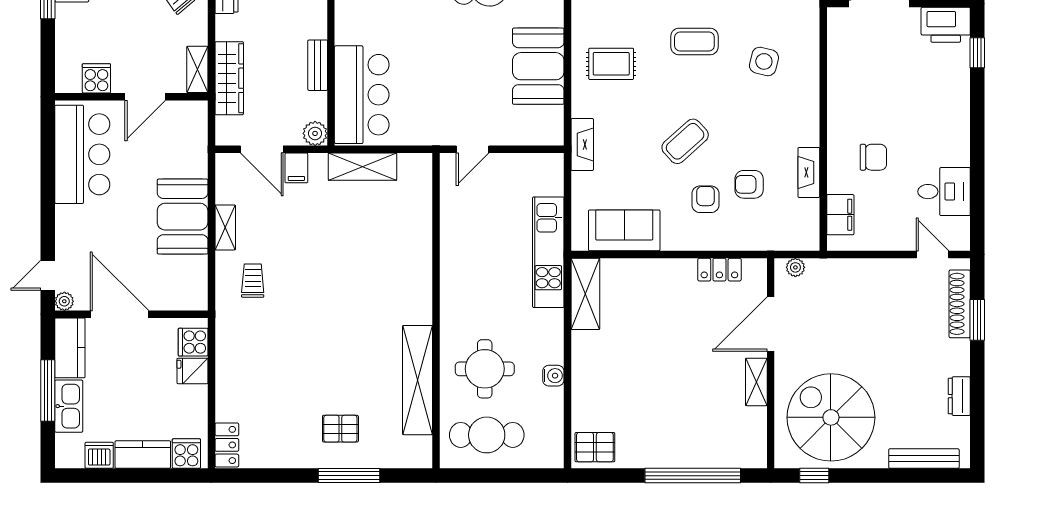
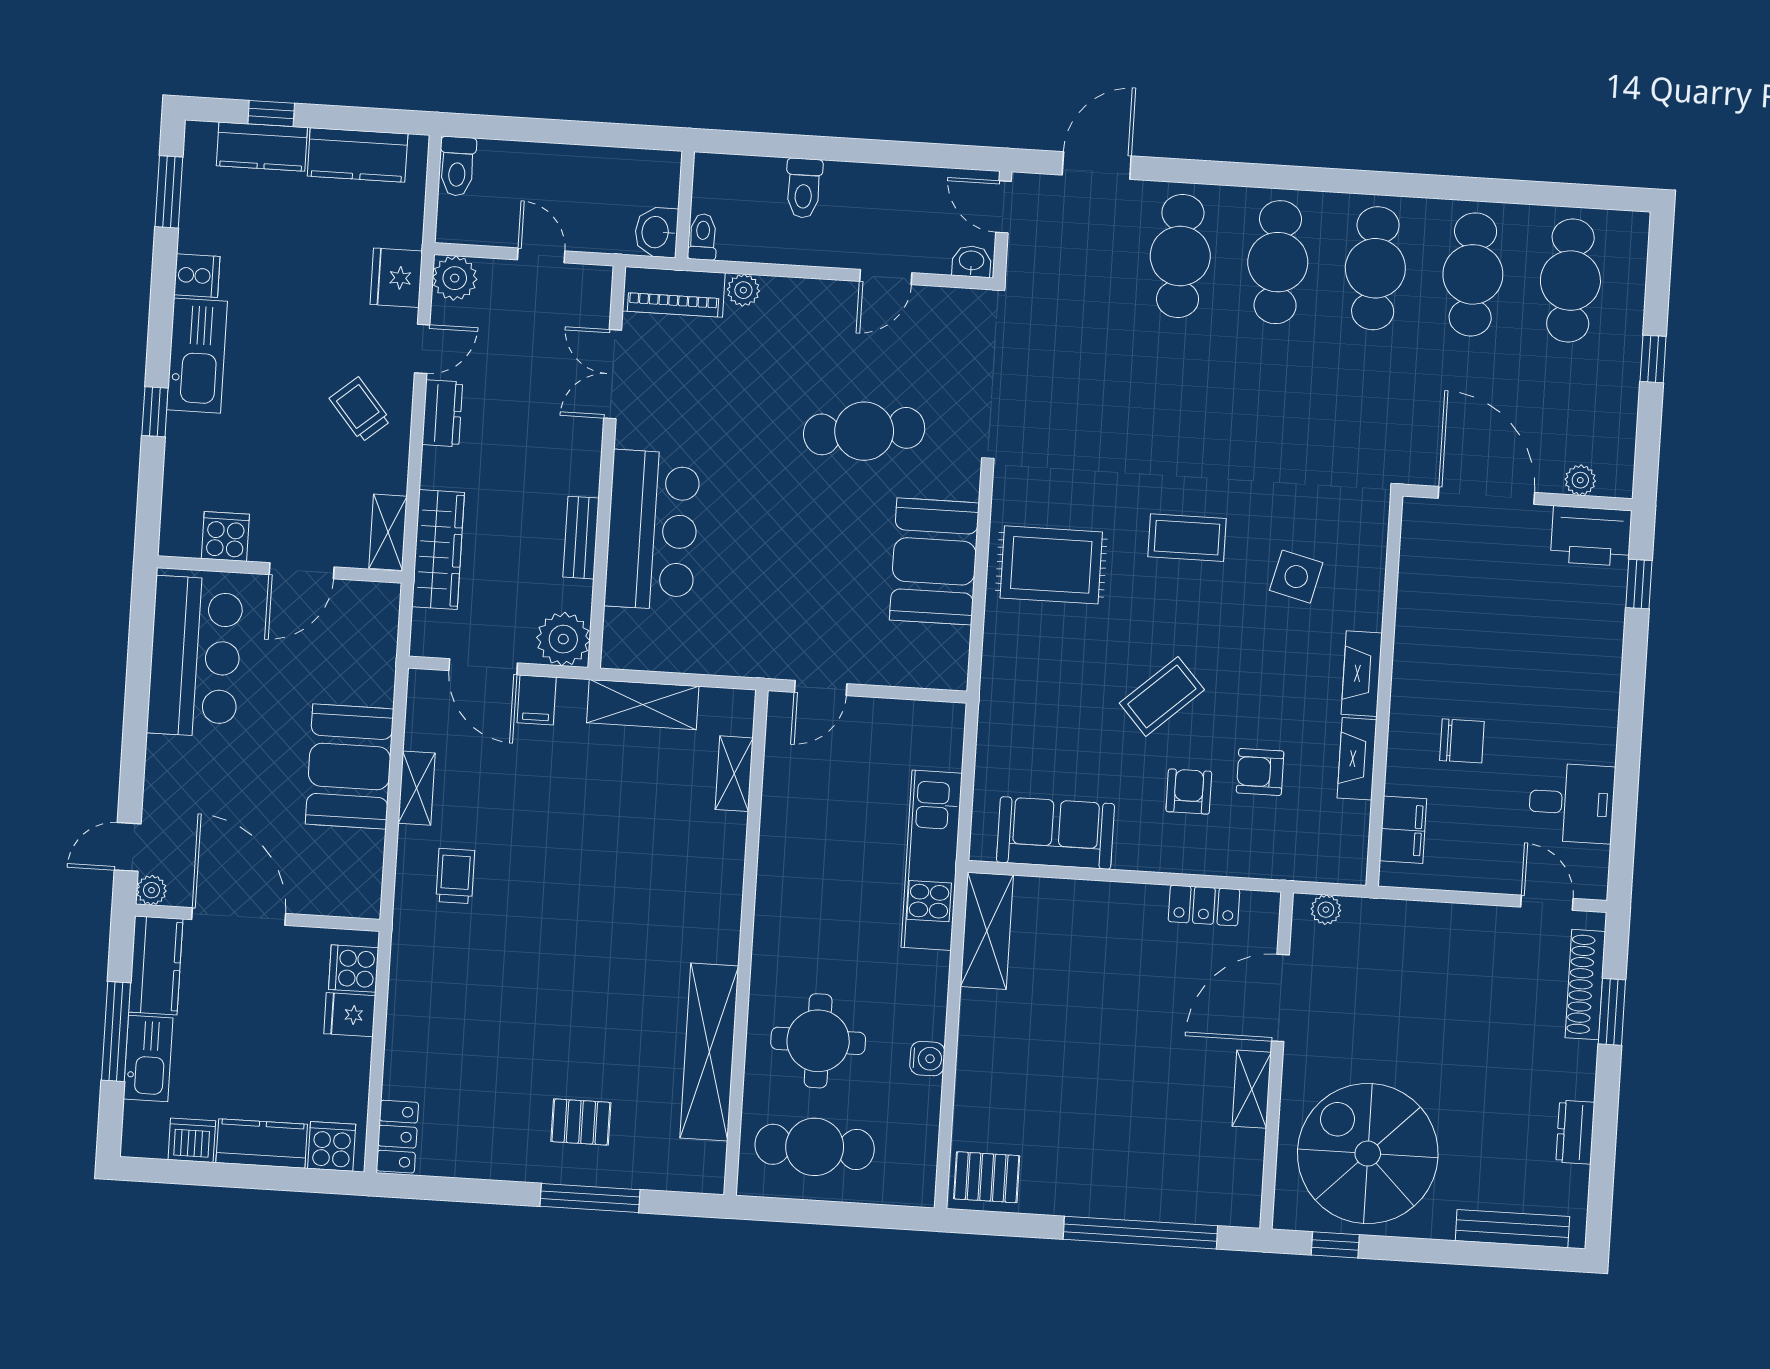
rug: (611, 64) -> (1051, 565), width x1.36, depth x1.43
bar counter: (362, 95) -> (652, 530), moved
plant: (315, 133) -> (563, 639), width x1.36, depth x1.36
fireplace: (582, 144) -> (1362, 674), moved, turned 180
shelving: (422, 206) -> (734, 774), added

